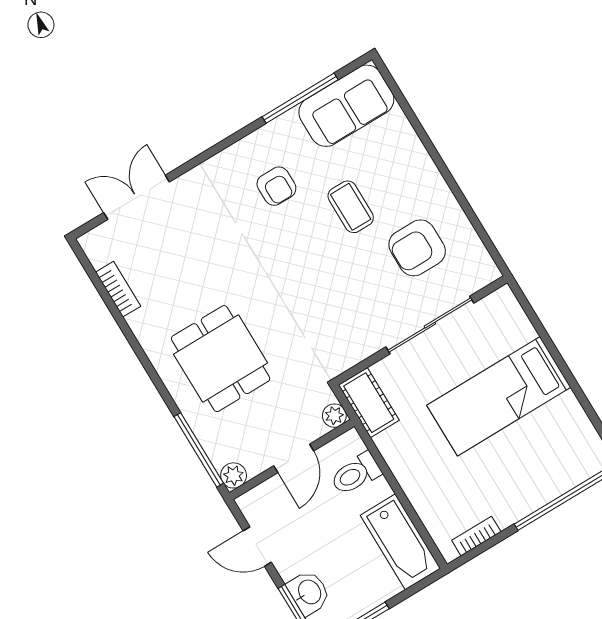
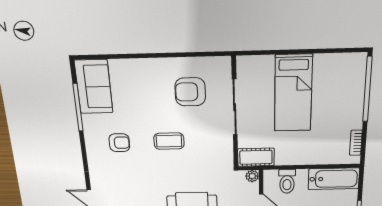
coffee table: (351, 207) -> (169, 141), moved
armchair: (417, 248) -> (190, 92), turned 90

